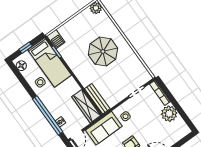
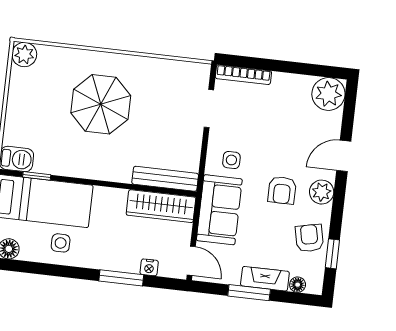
plant: (169, 114) -> (328, 94), moved
window: (48, 115) -> (121, 278), width x0.47

